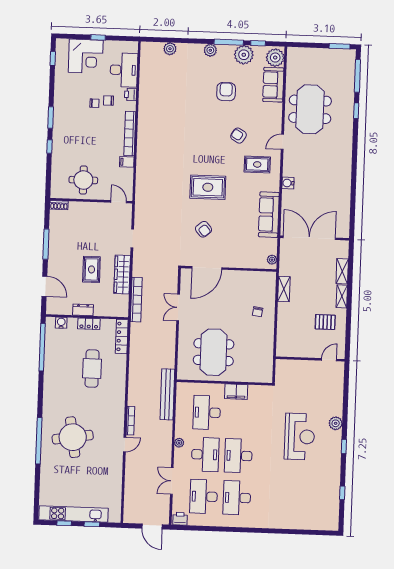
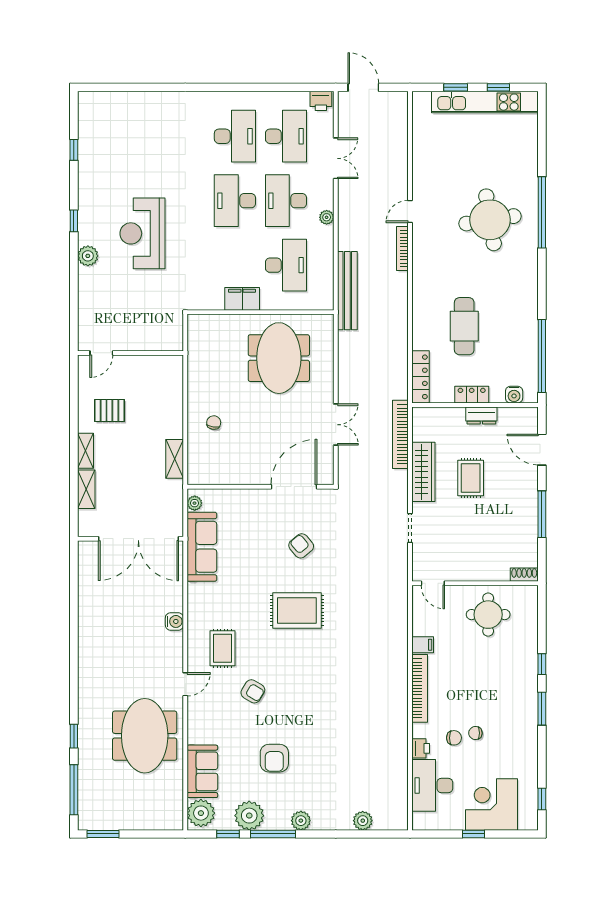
rug: (257, 164) -> (222, 648), turned 90
sofa: (269, 215) -> (202, 547), moved
desk: (238, 456) -> (235, 201), turned 180

